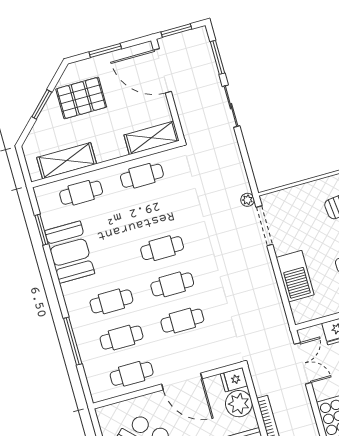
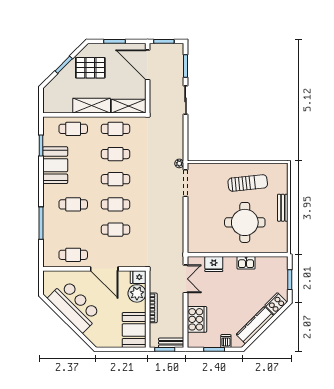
shelving: (67, 161) -> (92, 106), moved
barbecue: (295, 276) -> (196, 221), removed
cafe table: (122, 338) -> (115, 154), moved

